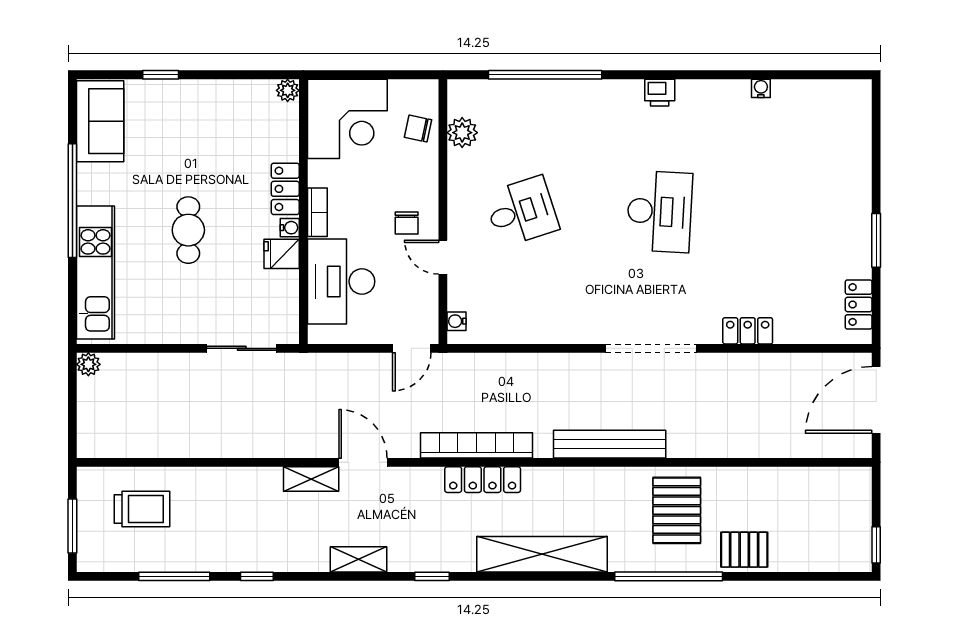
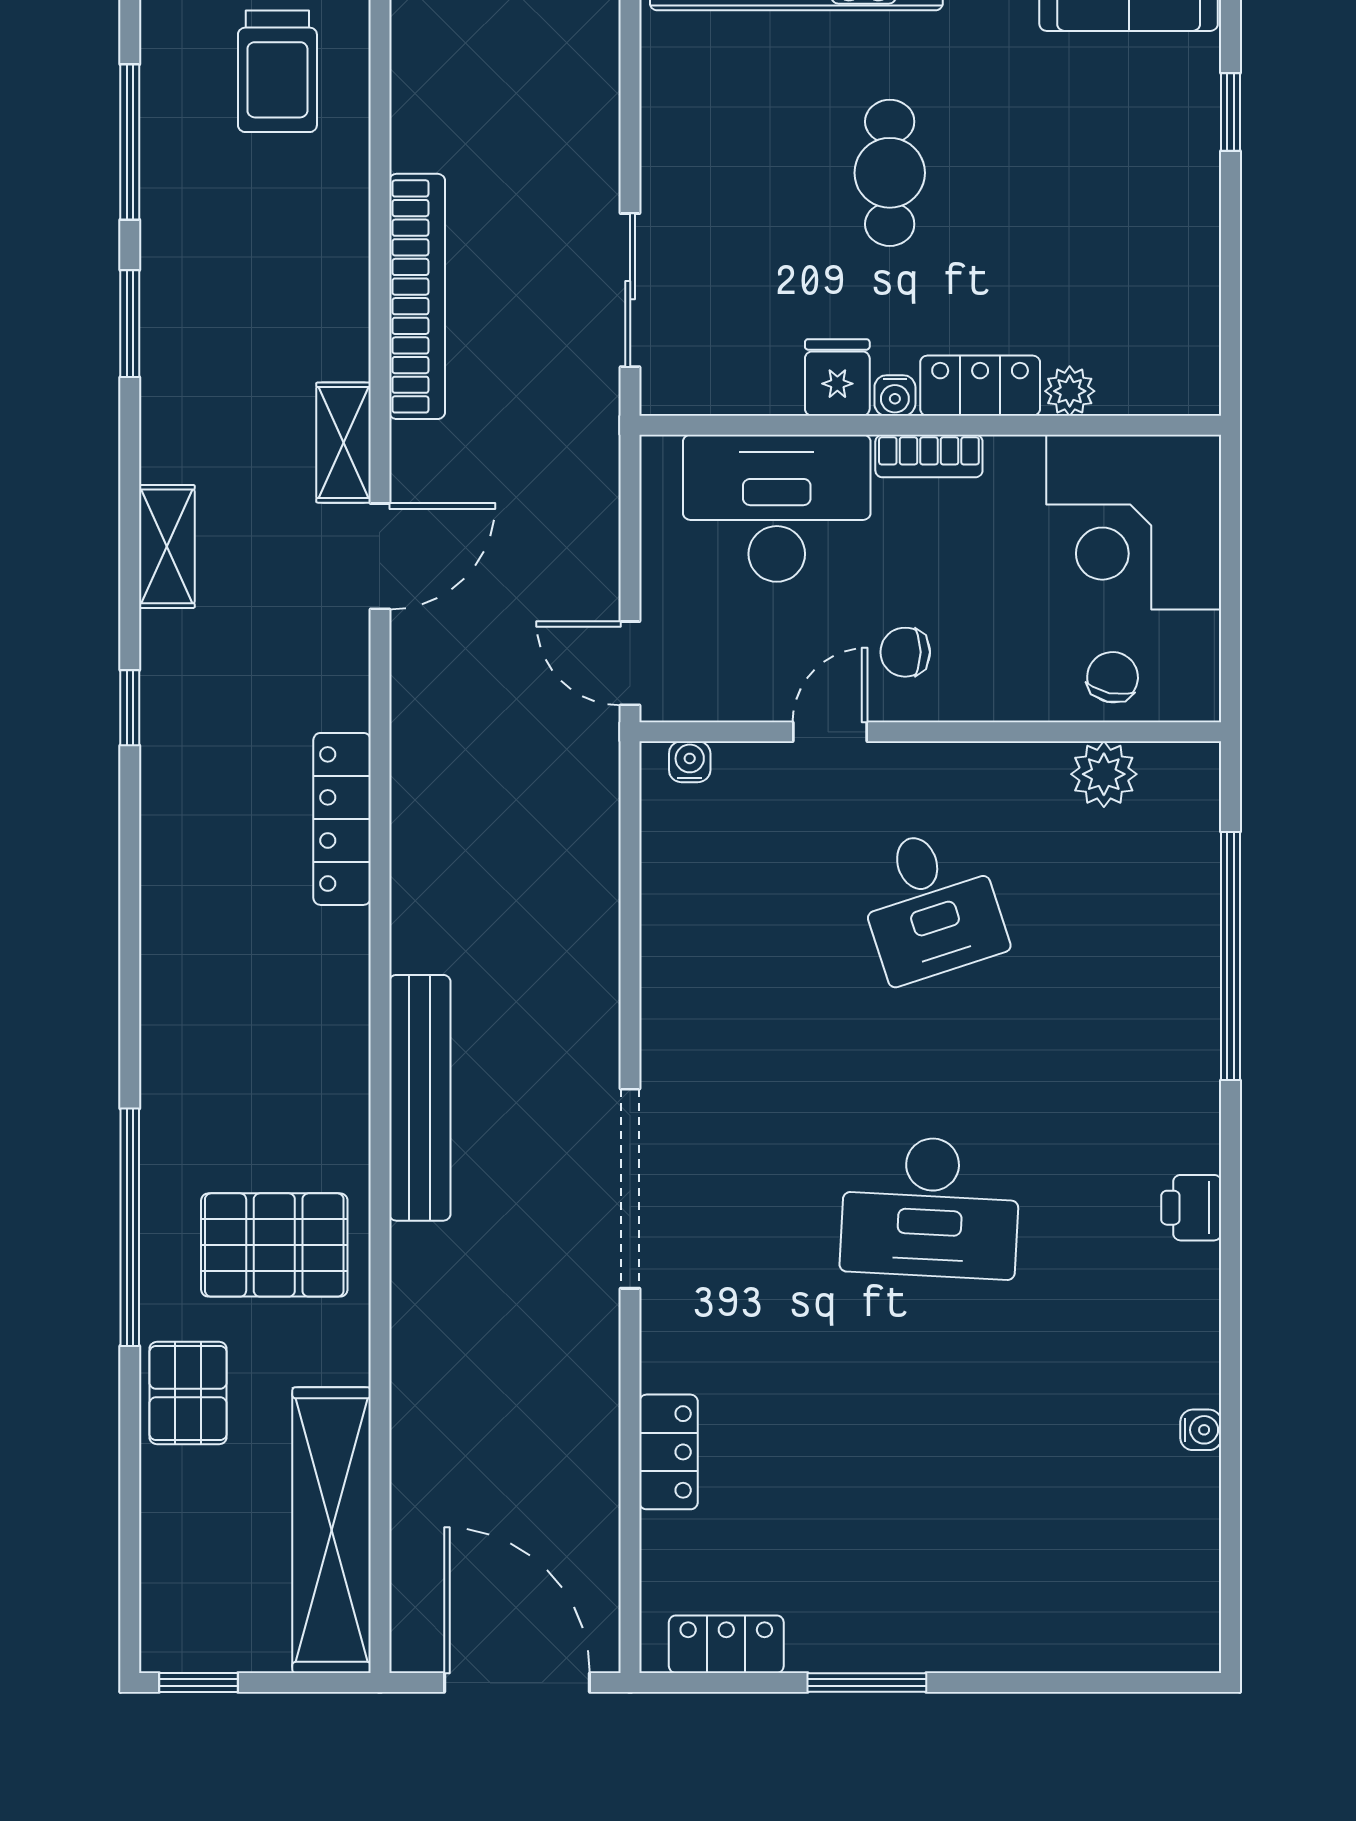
plant: (288, 90) -> (1070, 391), moved
cafe table: (188, 230) -> (890, 173), turned 90
locker: (748, 331) -> (669, 1452), moved
bookcase: (476, 445) -> (417, 296), moved
shelving: (542, 554) -> (331, 1530), moved
window: (257, 576) -> (130, 324), width x1.50

